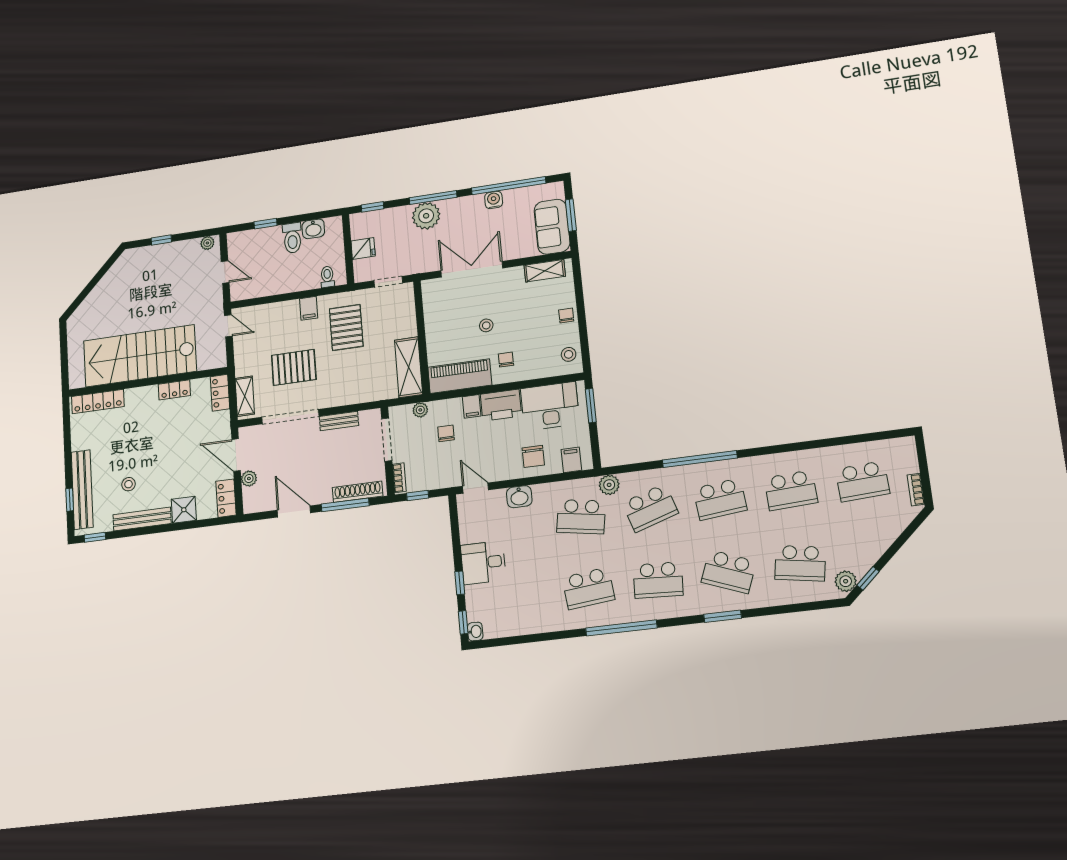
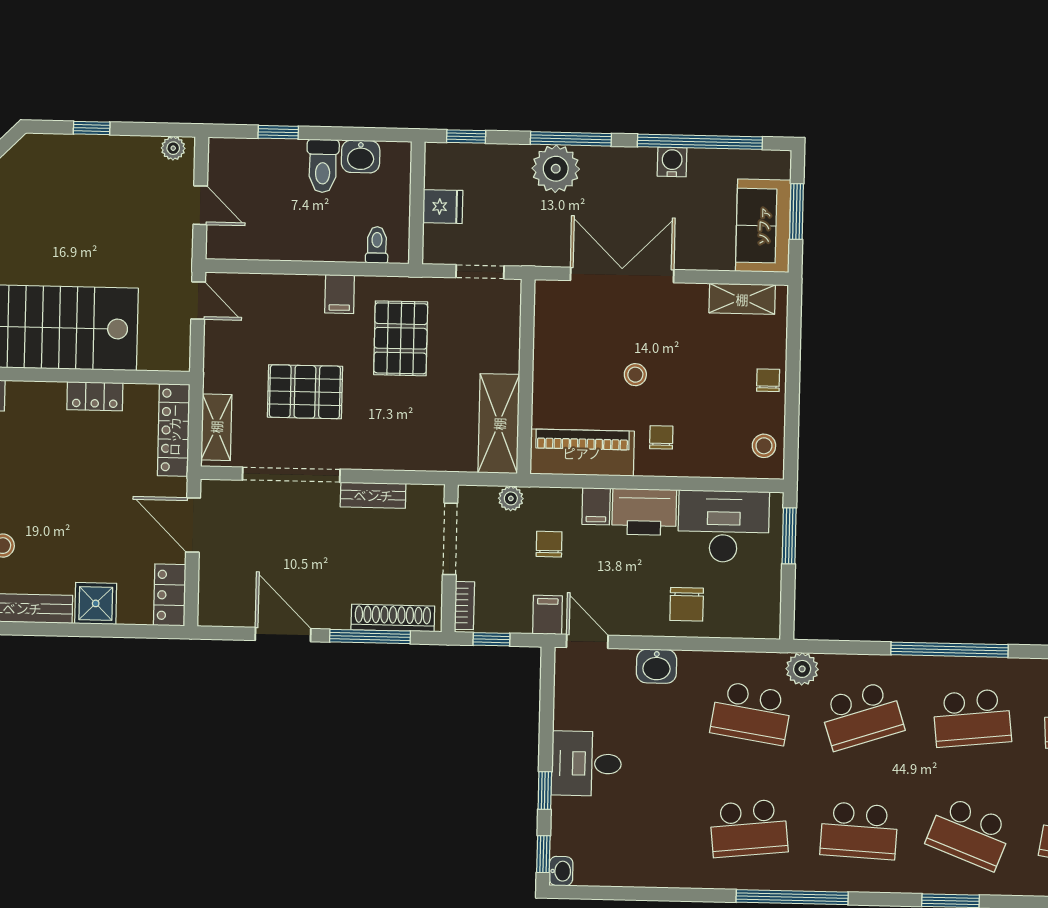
locker: (220, 393) -> (174, 430), width x1.53
filing cabinet: (571, 460) -> (547, 615), moved
plant: (249, 479) -> (212, 568), removed

